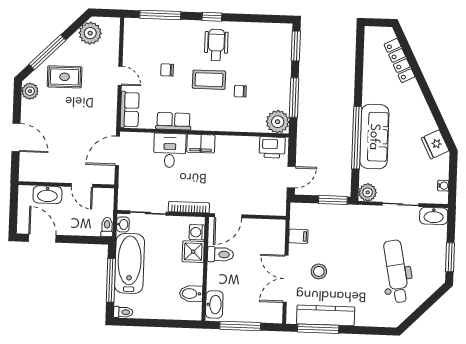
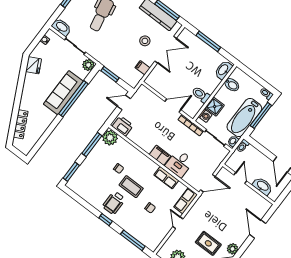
washing machine: (197, 232) -> (205, 116), moved
shower: (193, 252) -> (215, 107), moved
toilet: (220, 254) -> (201, 95), moved
wall: (205, 269) -> (215, 93), moved
bidet: (191, 294) -> (232, 85), moved
washbasin: (214, 304) -> (223, 70), moved

